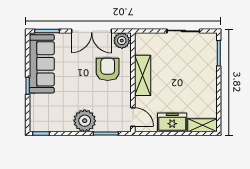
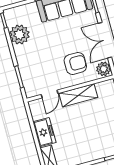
door: (133, 117) -> (50, 94), moved
plant: (85, 121) -> (19, 34), moved

